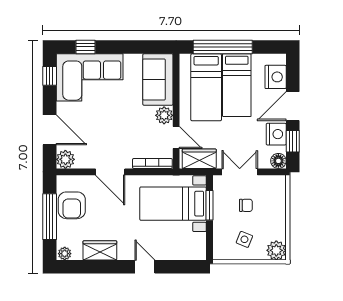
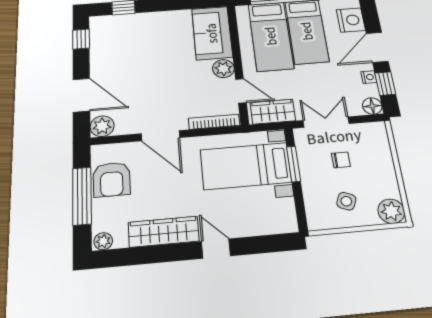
corner sofa: (90, 77) -> (130, 37), removed
nightstand: (276, 134) -> (369, 77), width x0.53, depth x0.56
wardrobe: (100, 250) -> (164, 232), width x1.50

